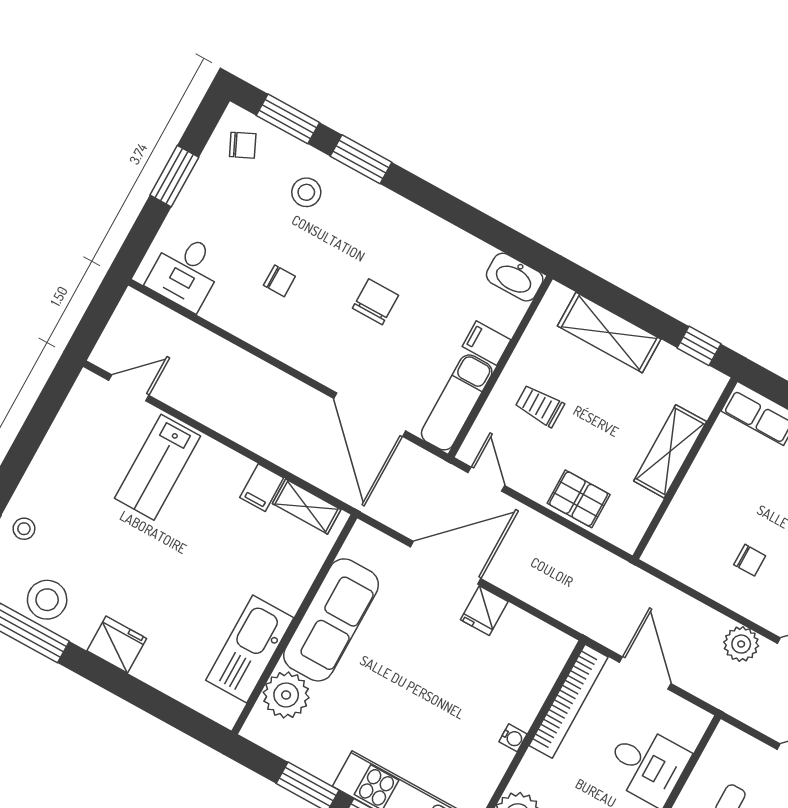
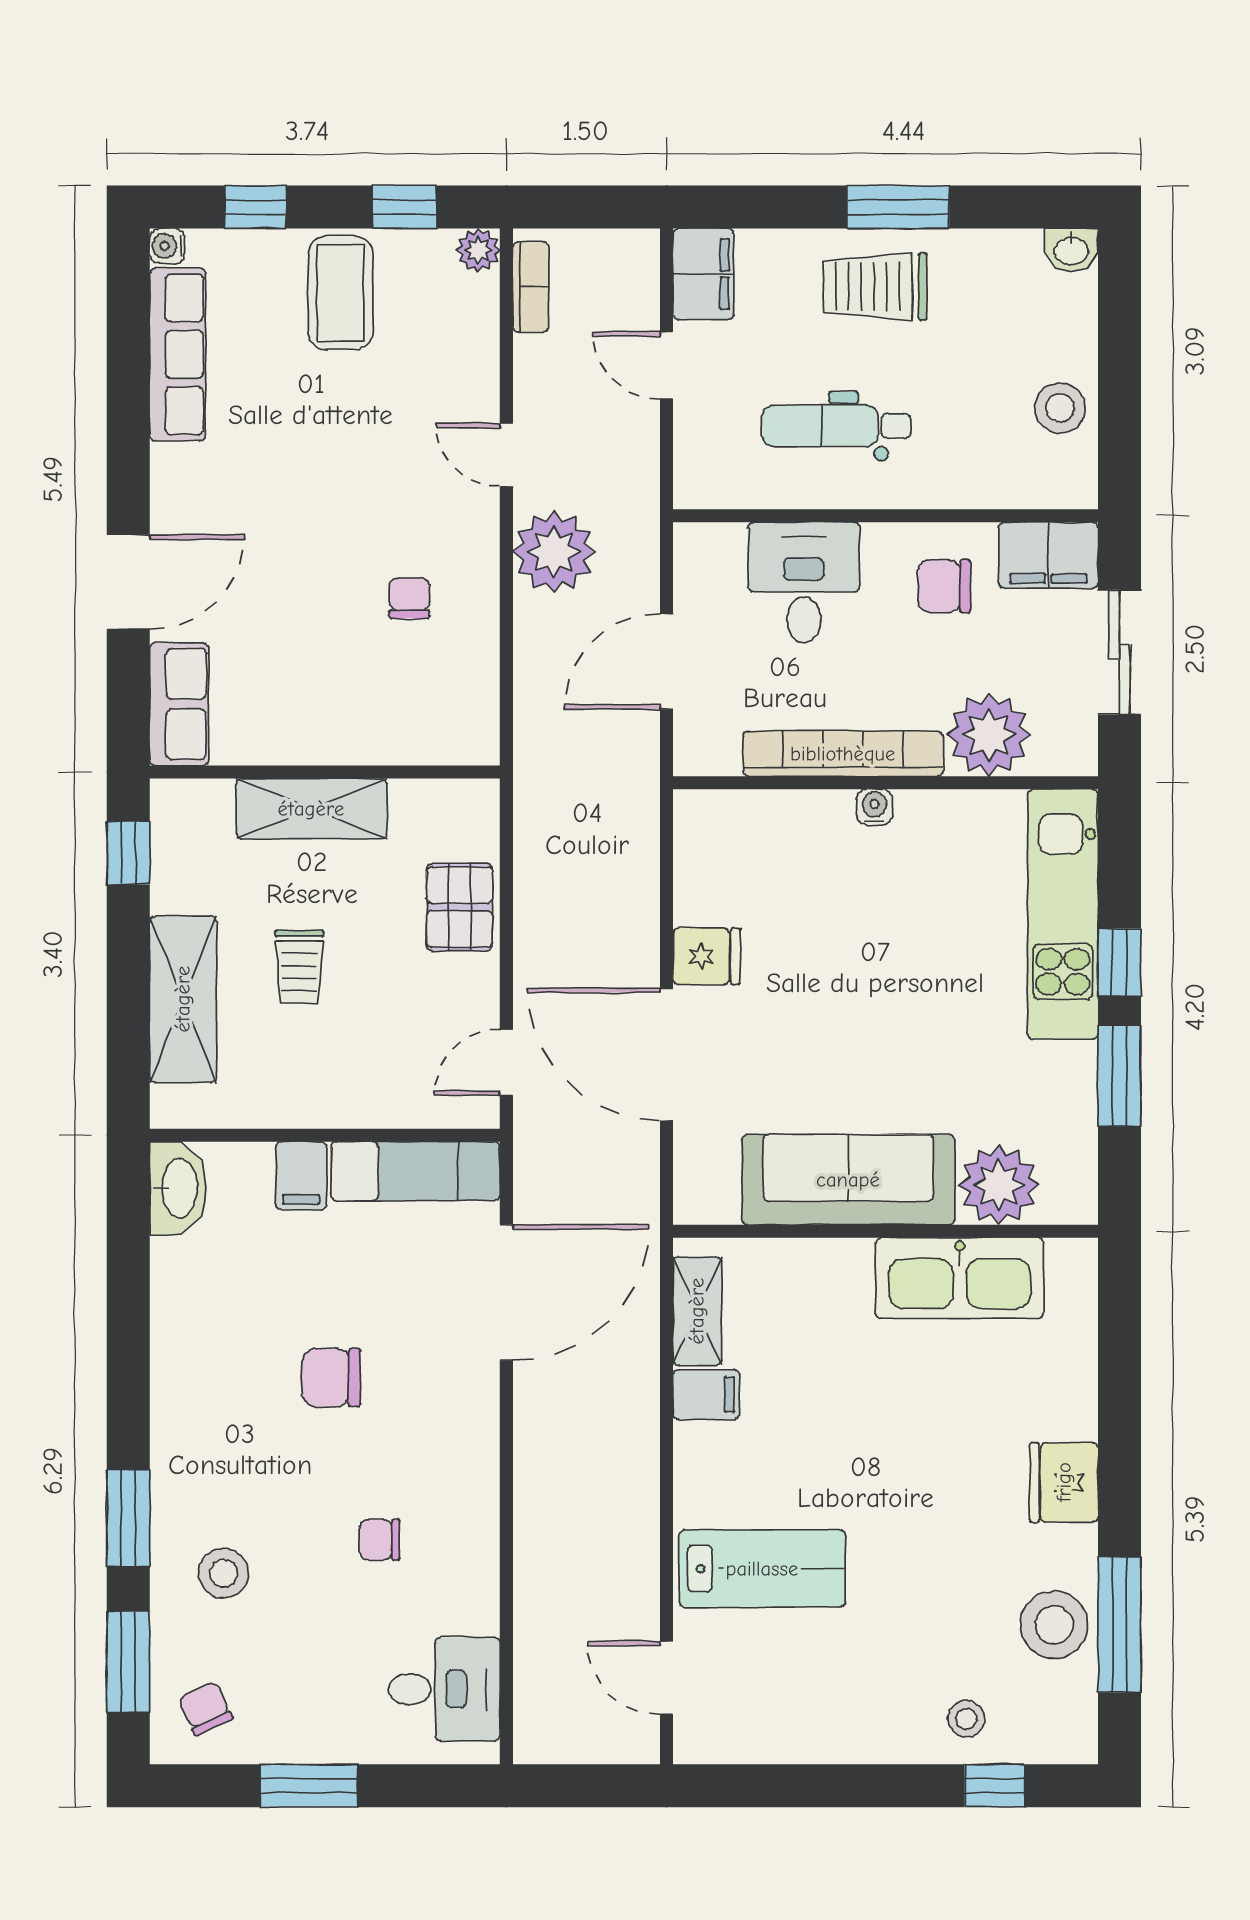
chair: (279, 281) -> (380, 1540), turned -90
trolley: (540, 406) -> (299, 967), moved
plant: (741, 644) -> (554, 552), width x1.36, depth x1.36
bookcase: (569, 701) -> (843, 754), moved

